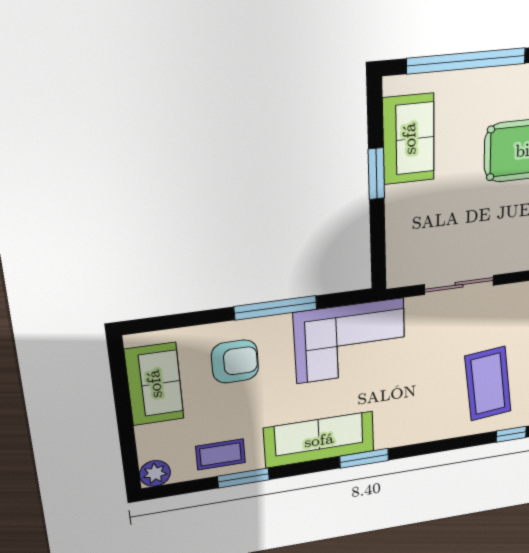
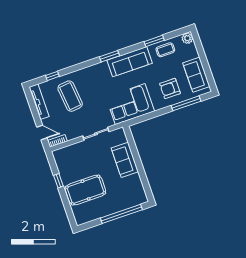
sofa: (409, 139) -> (125, 160), moved
window: (376, 174) -> (140, 168), removed
window: (276, 308) -> (186, 103), moved

